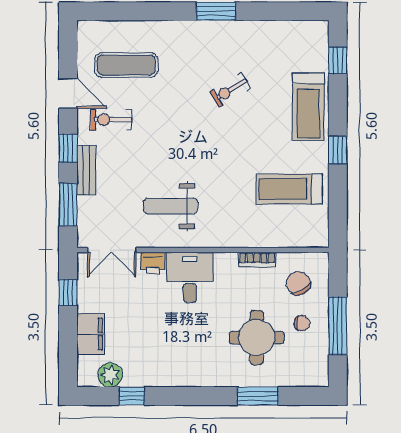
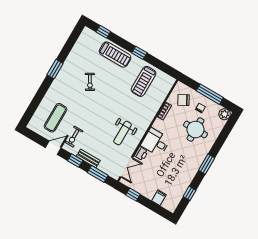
filing cabinet: (91, 334) -> (159, 198), width x0.50
plant: (110, 375) -> (225, 114), moved
window: (258, 396) -> (207, 164), moved

